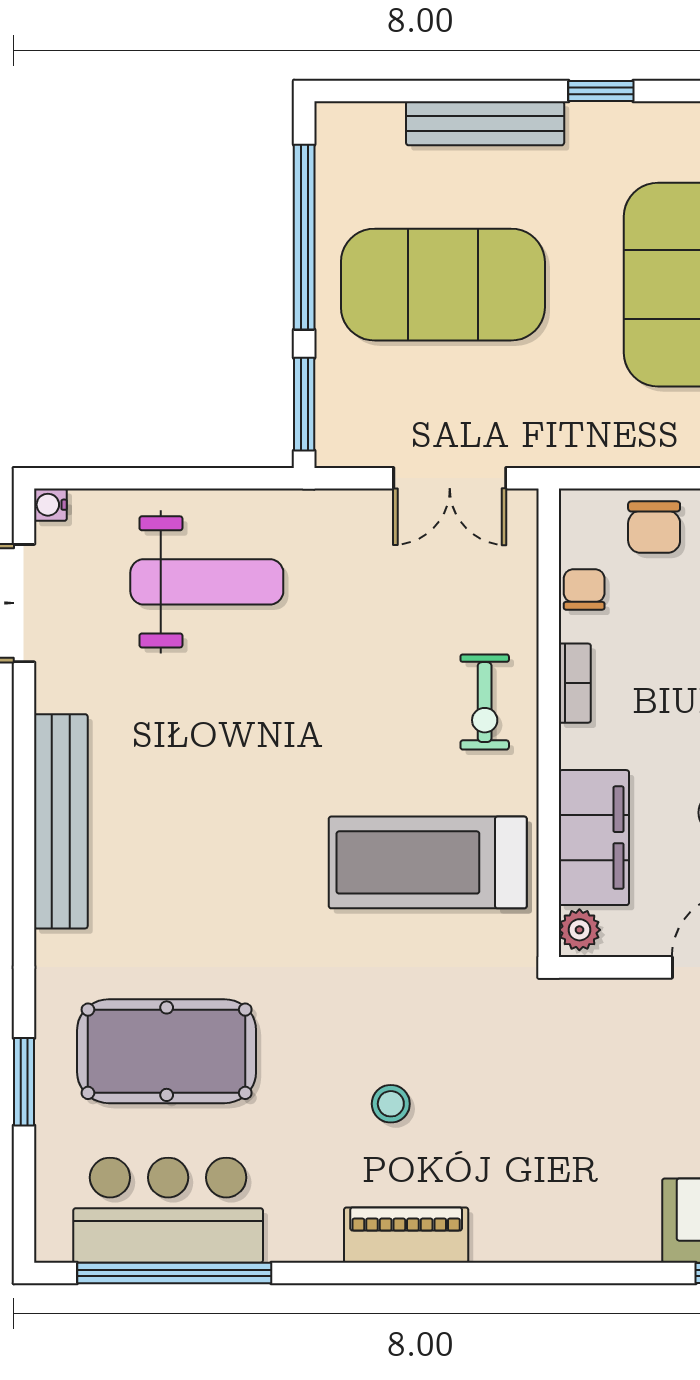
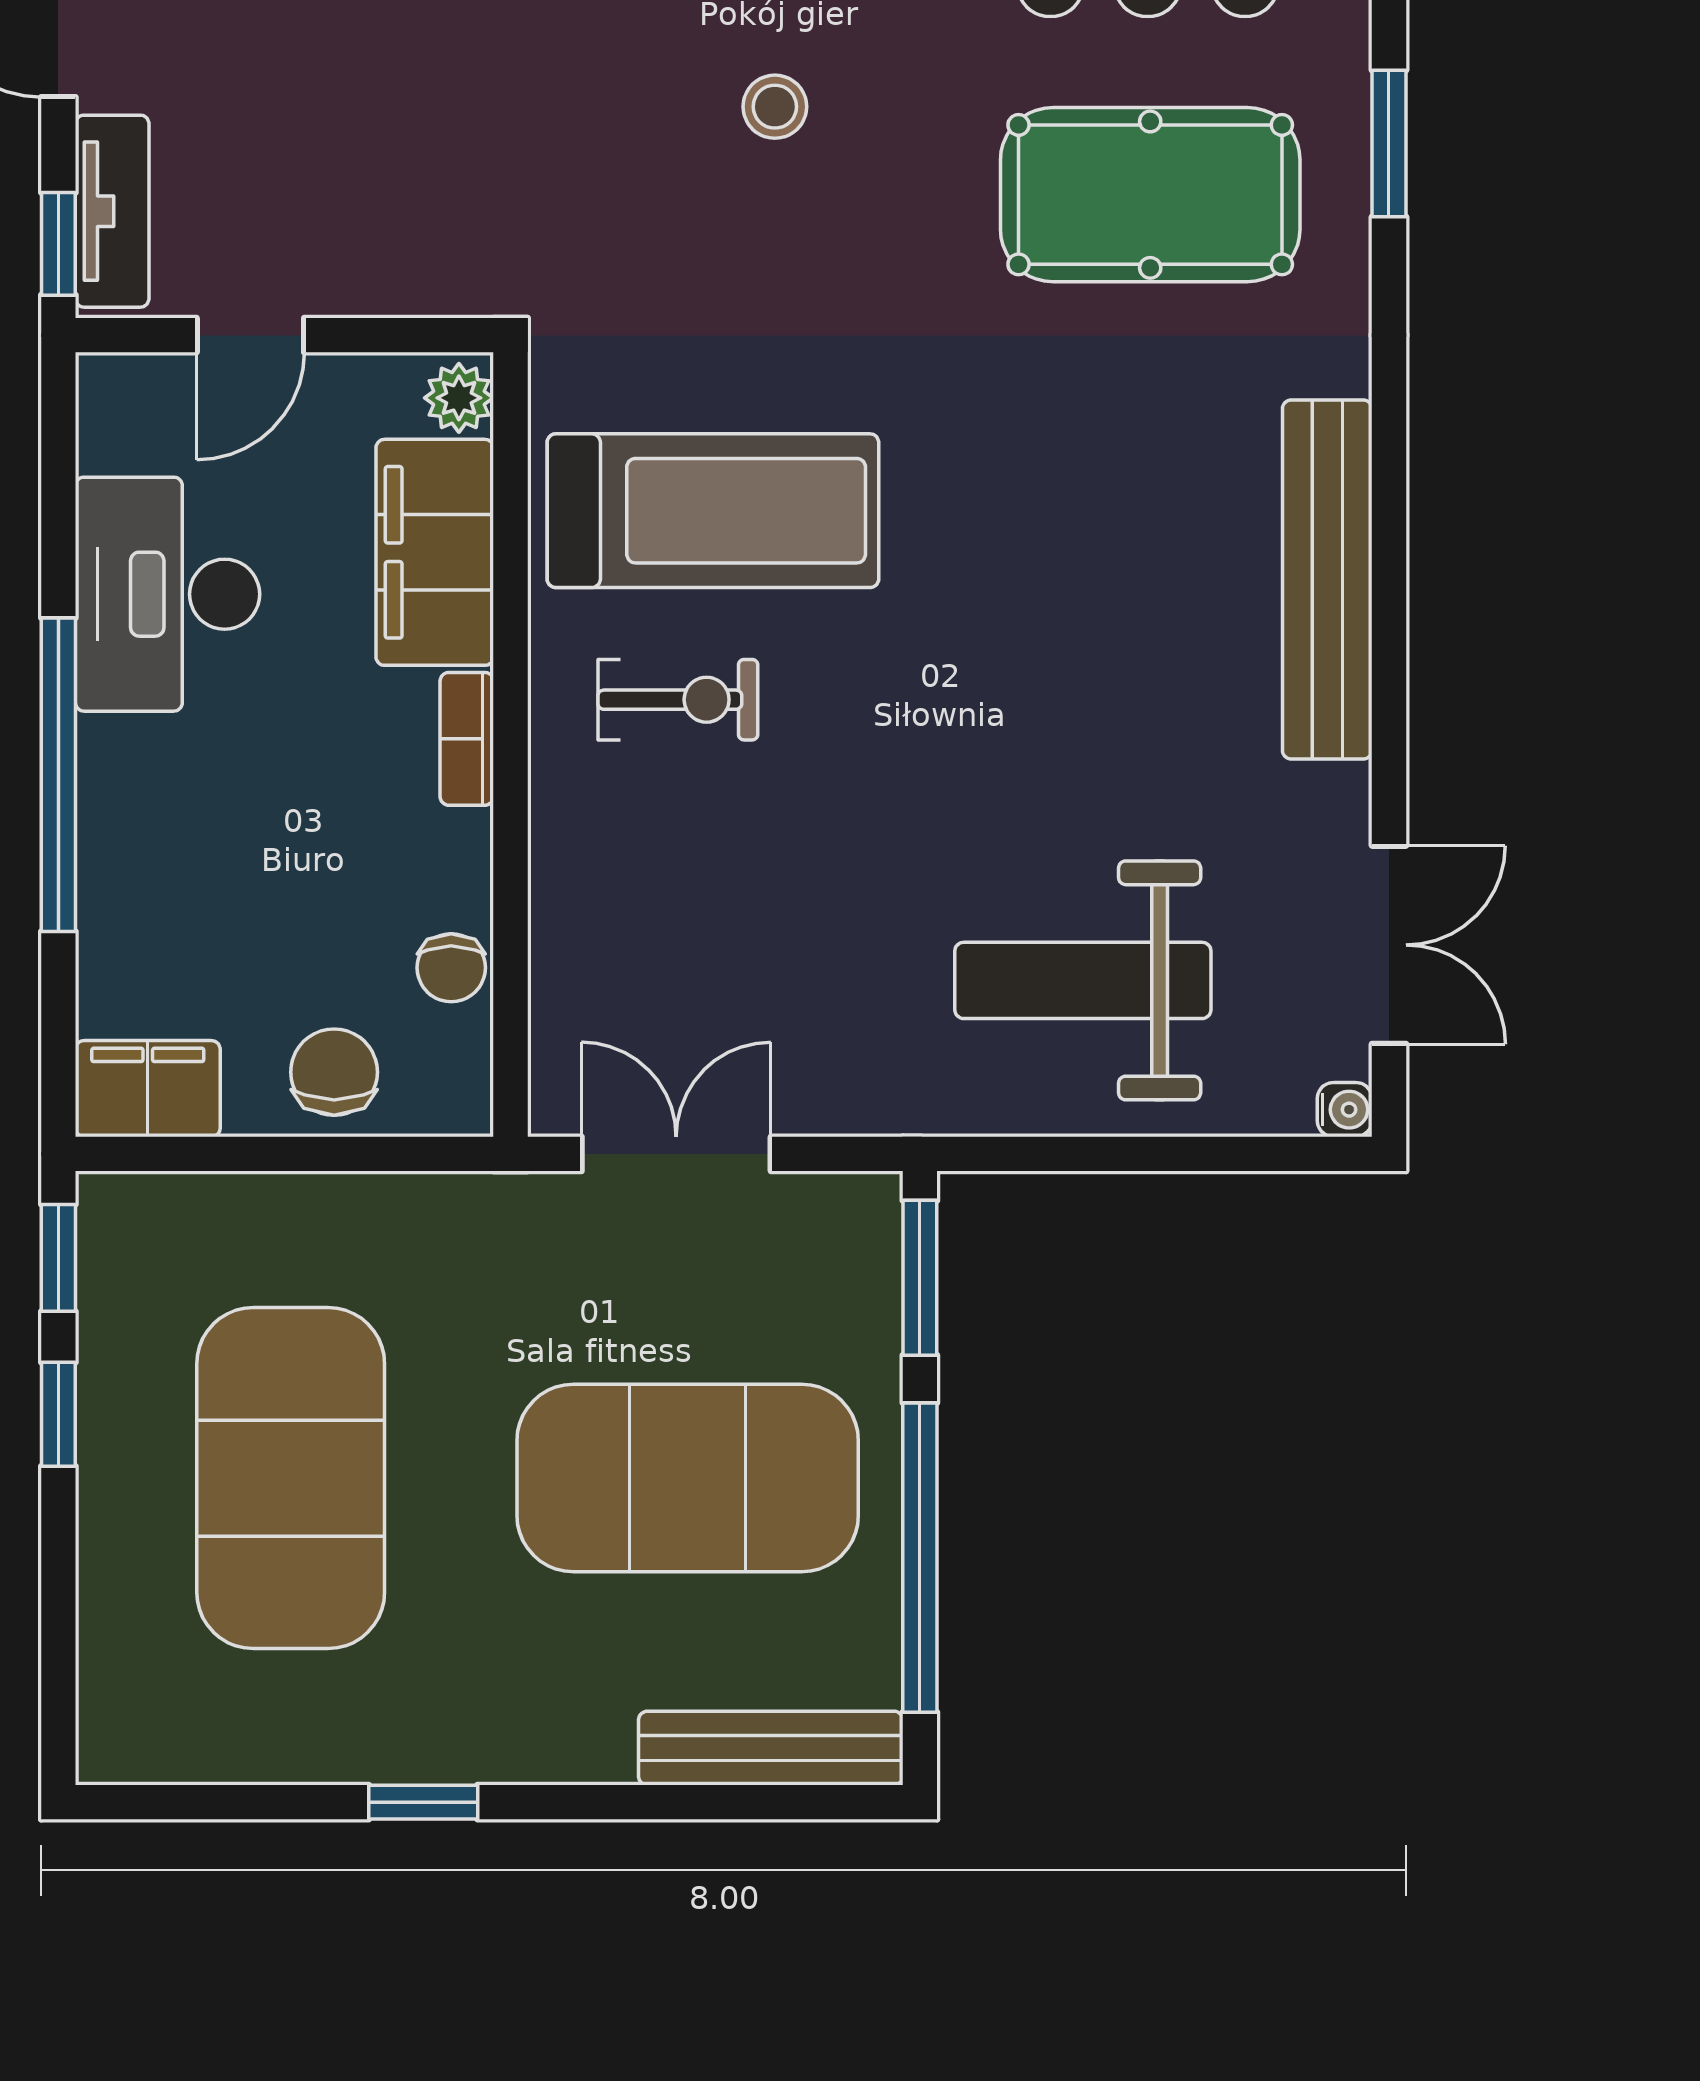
bench: (485, 123) -> (771, 1748), moved
bookcase: (575, 683) -> (467, 739), moved
exercise bike: (485, 702) -> (678, 700), moved, turned 90

